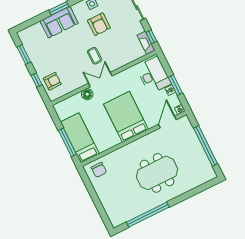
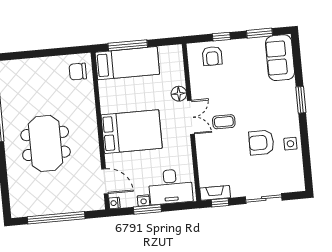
sofa: (59, 22) -> (280, 58), moved

